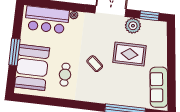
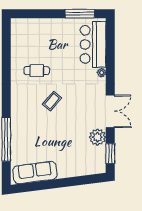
window: (14, 52) -> (80, 14), moved
rug: (129, 54) -> (67, 137), removed
booth: (32, 67) -> (40, 34), removed

